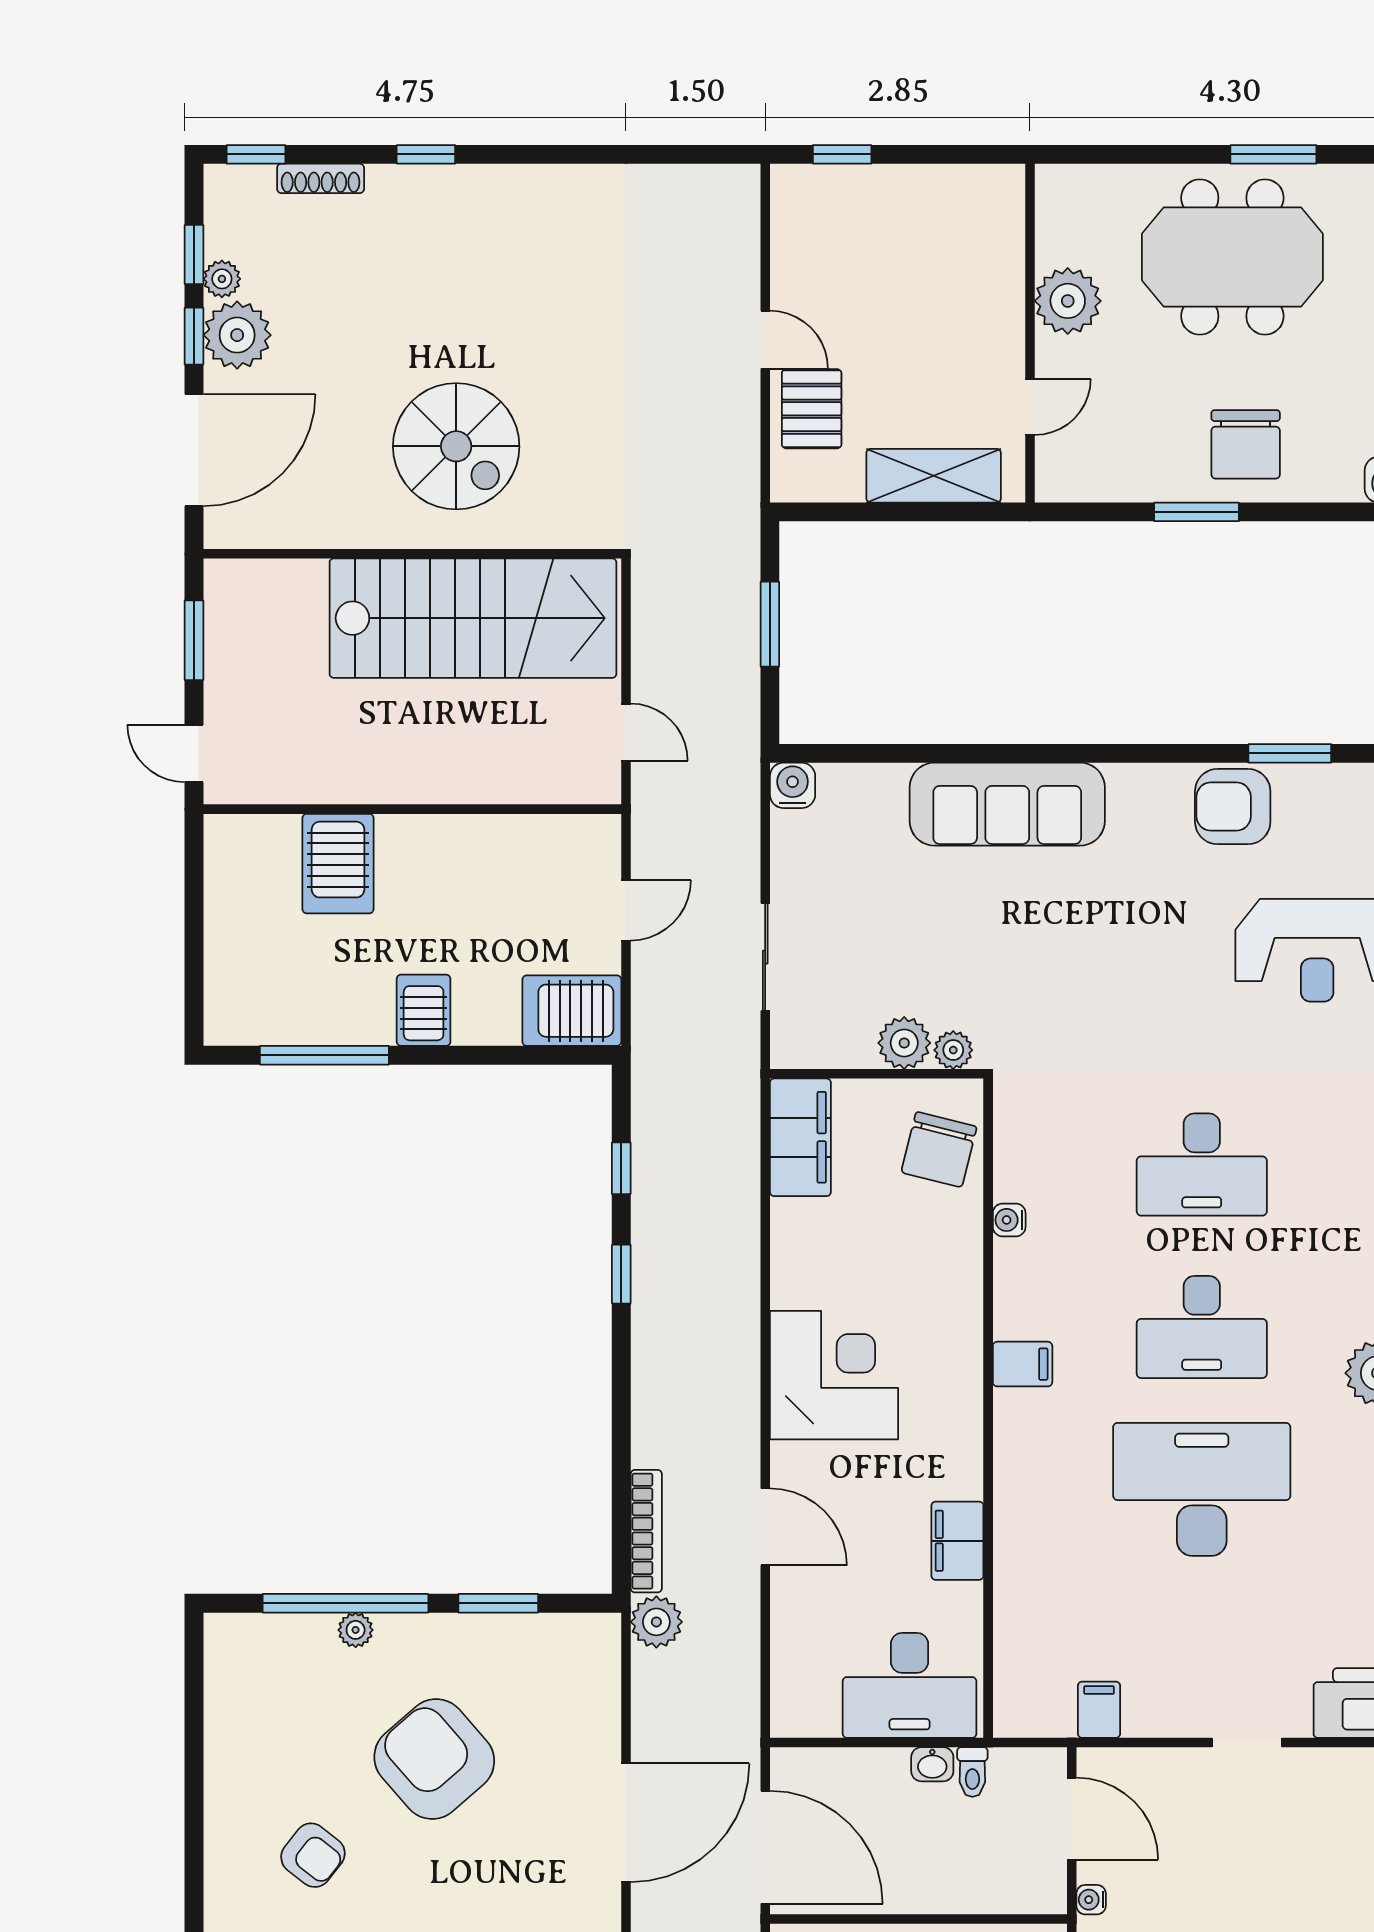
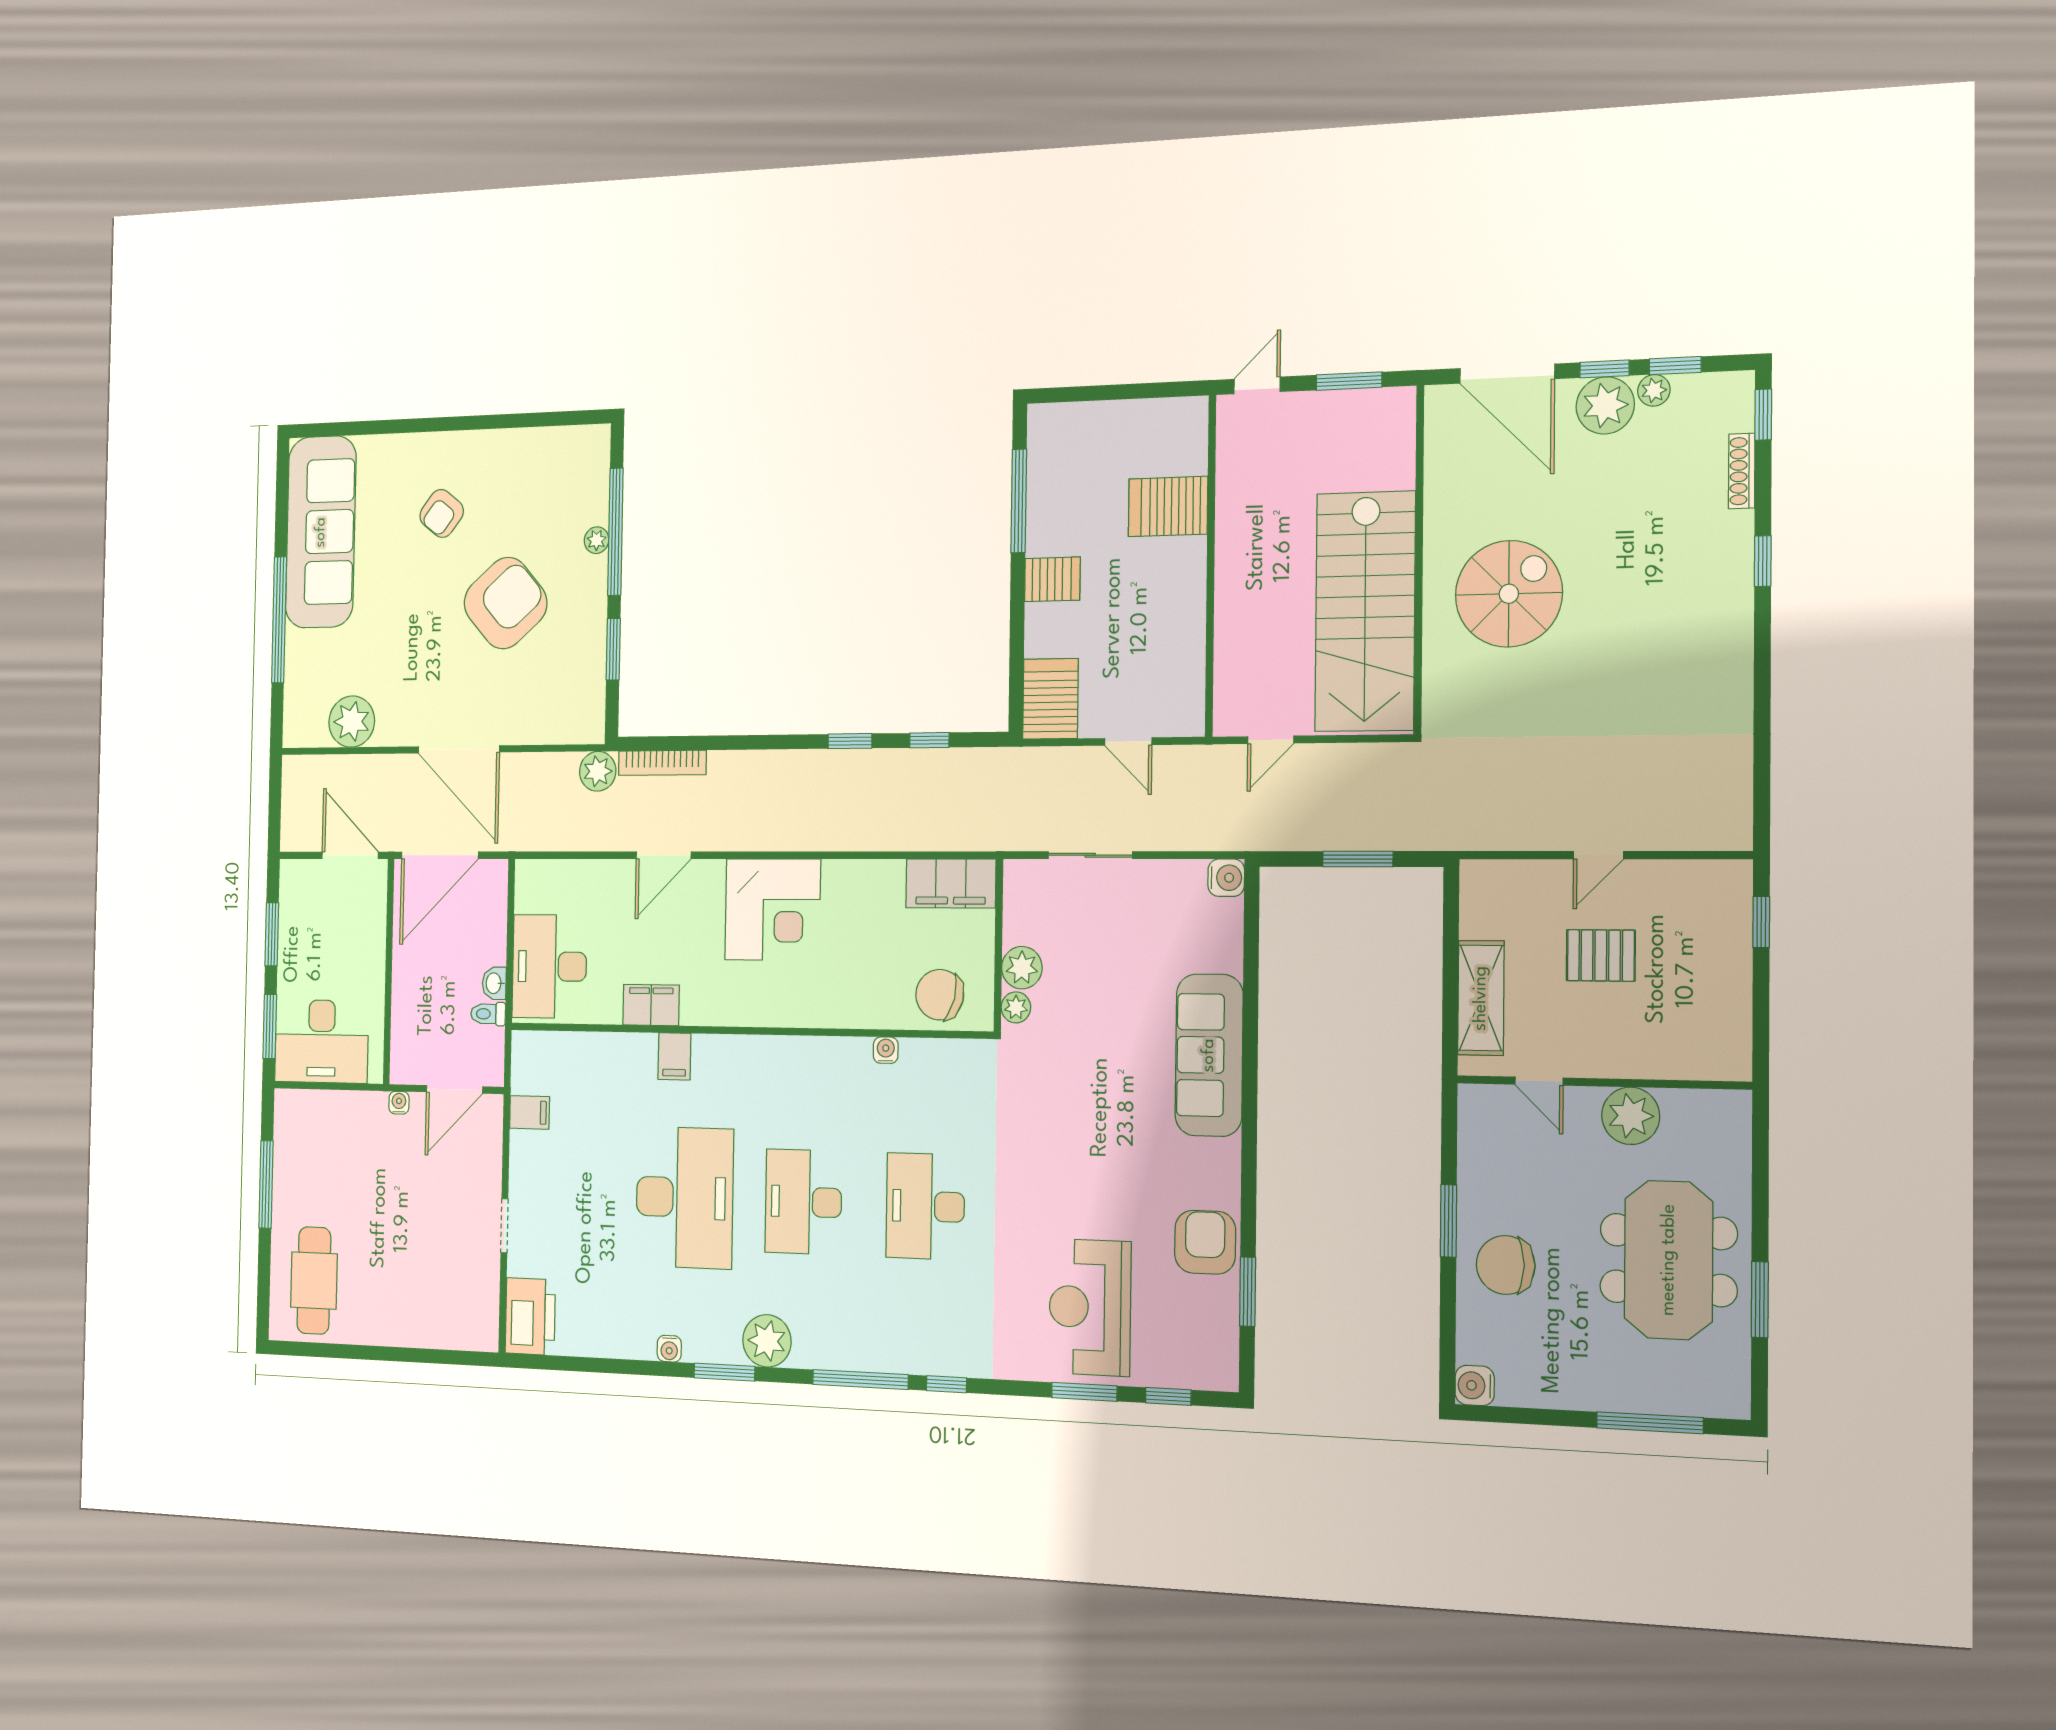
pallet: (812, 409) -> (1601, 955), moved
spiral stairs: (456, 446) -> (1509, 594), turned 180
filing cabinet: (1023, 1364) -> (674, 1056), moved

